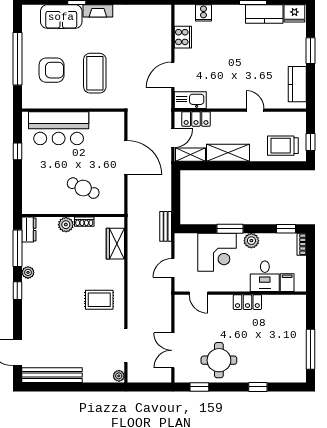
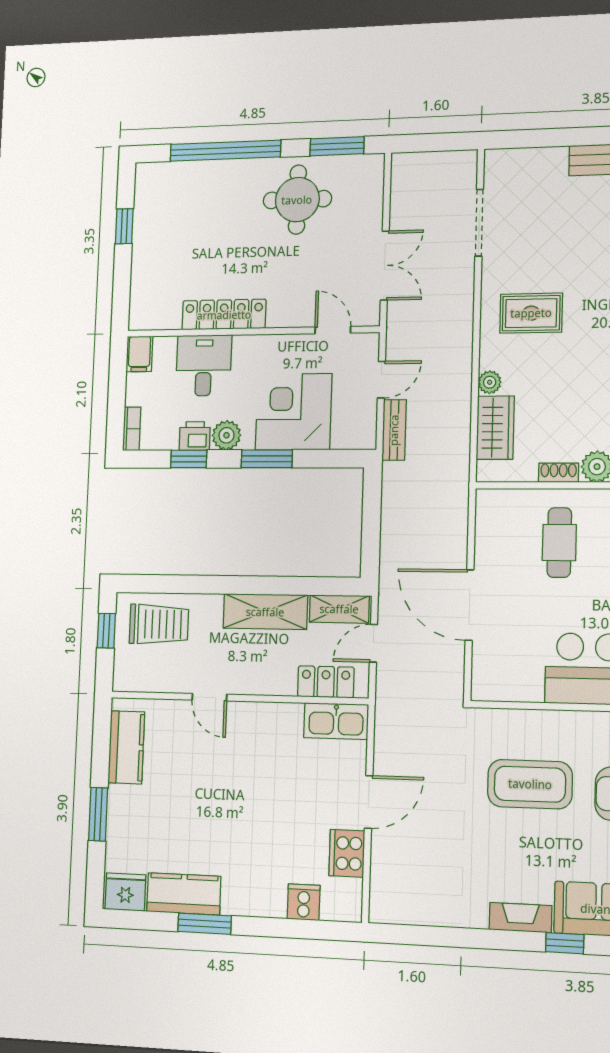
coffee table: (95, 73) -> (530, 784), turned 90
door: (173, 75) -> (369, 802), moved
cafe table: (83, 188) -> (559, 543), turned 65
bench: (166, 226) -> (394, 430), moved
window: (286, 229) -> (189, 459), moved
printer: (268, 240) -> (195, 436), added
filing cabinet: (287, 283) -> (139, 354), moved
locker: (247, 302) -> (224, 315), width x1.53
window: (311, 349) -> (124, 226), width x0.46
double door: (173, 350) -> (385, 266), moved
plant: (119, 376) -> (490, 382), moved
window: (199, 387) -> (337, 146), width x1.50
window: (258, 387) -> (225, 151), width x3.17

